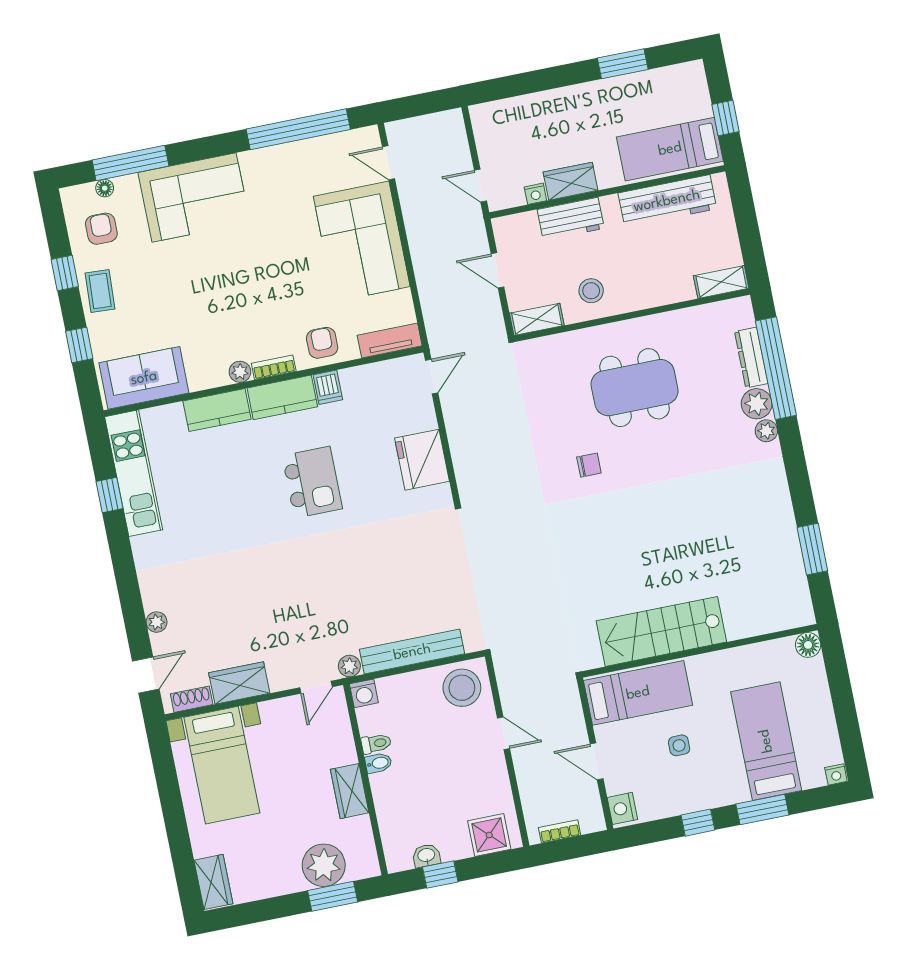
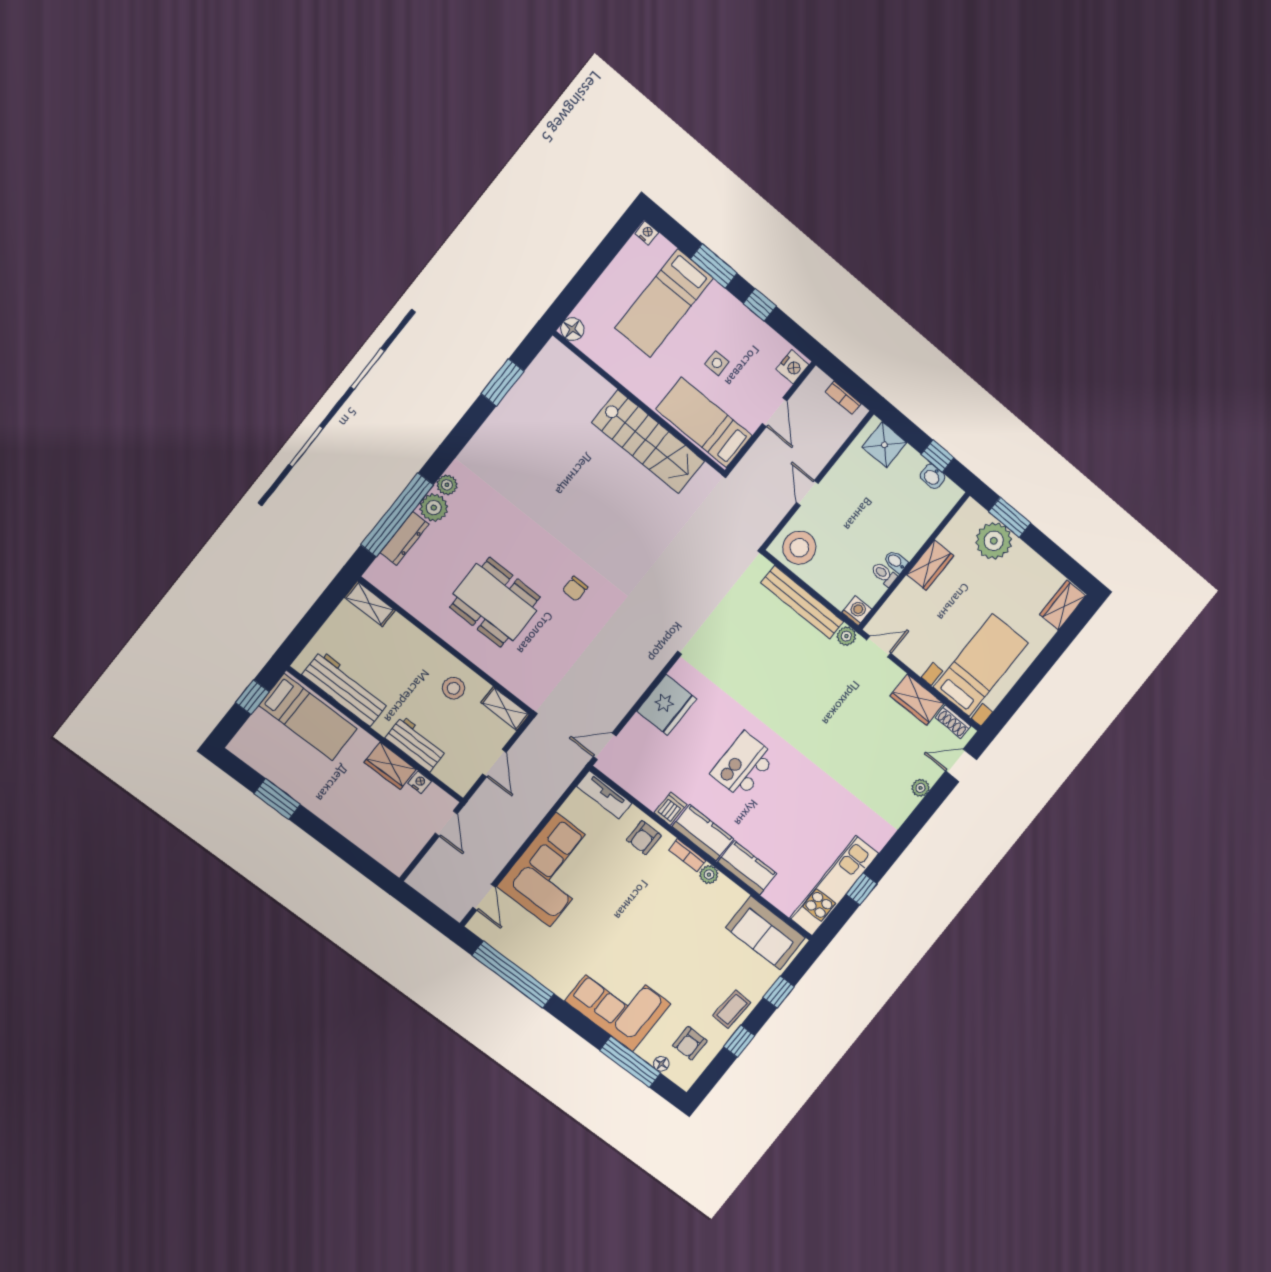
chair: (589, 465) -> (575, 589), turned -90

